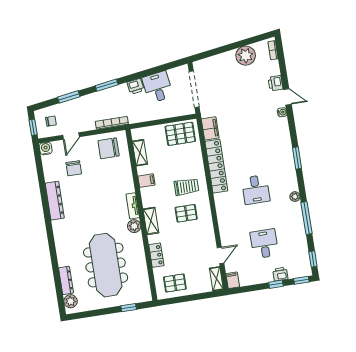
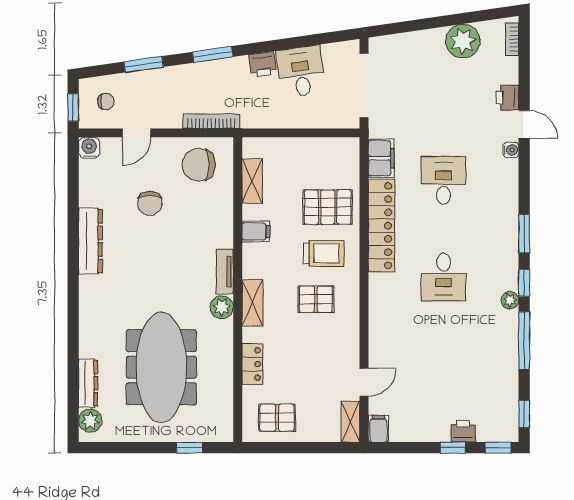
pallet: (180, 134) -> (328, 207), moved
chair: (74, 168) -> (150, 203), moved
window: (301, 186) -> (524, 283), added
desk: (264, 244) -> (444, 180), moved

